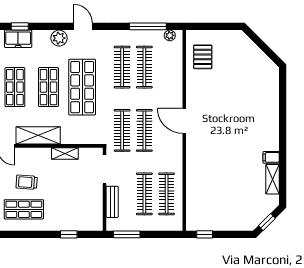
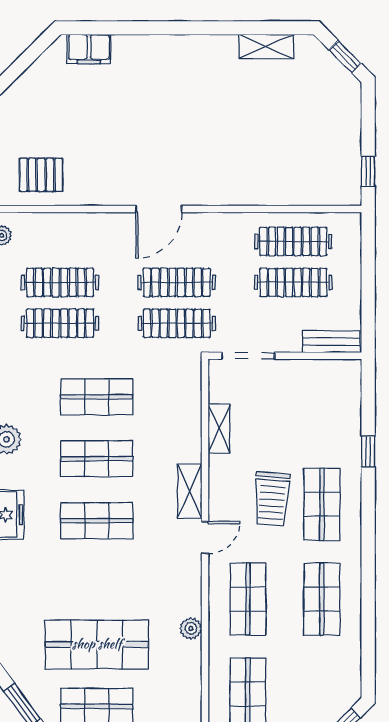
shop shelf: (82, 87) -> (97, 397), width x0.70, depth x0.74
shelving: (38, 135) -> (190, 491), width x0.67, depth x0.75
filing cabinet: (271, 157) -> (89, 49), moved, width x2.00
trolley: (27, 182) -> (272, 499), width x1.36, depth x1.39
bench: (112, 202) -> (331, 342), moved
window: (69, 234) -> (368, 452), moved
window: (127, 234) -> (368, 315), removed

